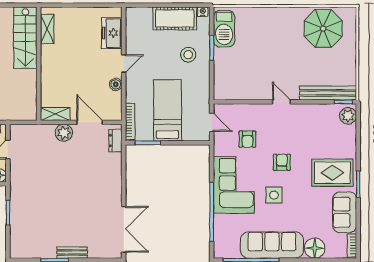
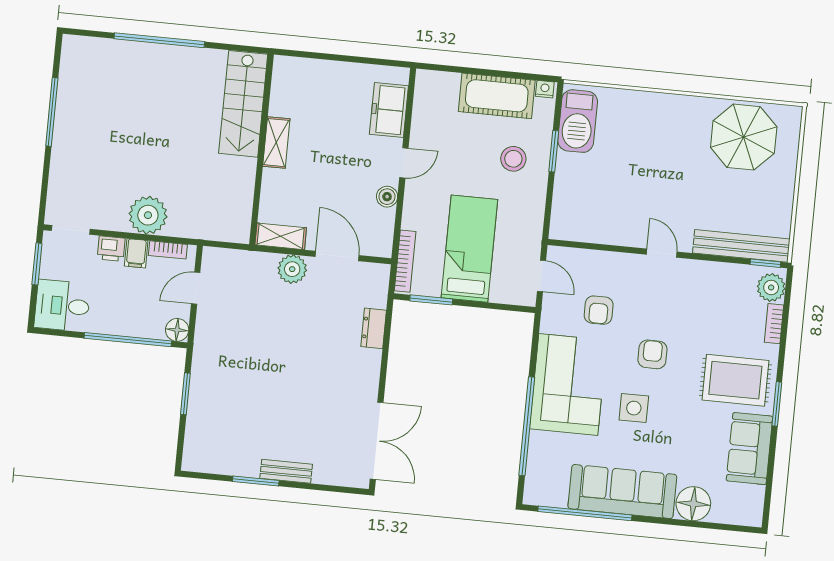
shelving: (47, 29) -> (276, 143), moved
dresser: (115, 141) -> (374, 328), moved
bookcase: (352, 246) -> (774, 324), moved

